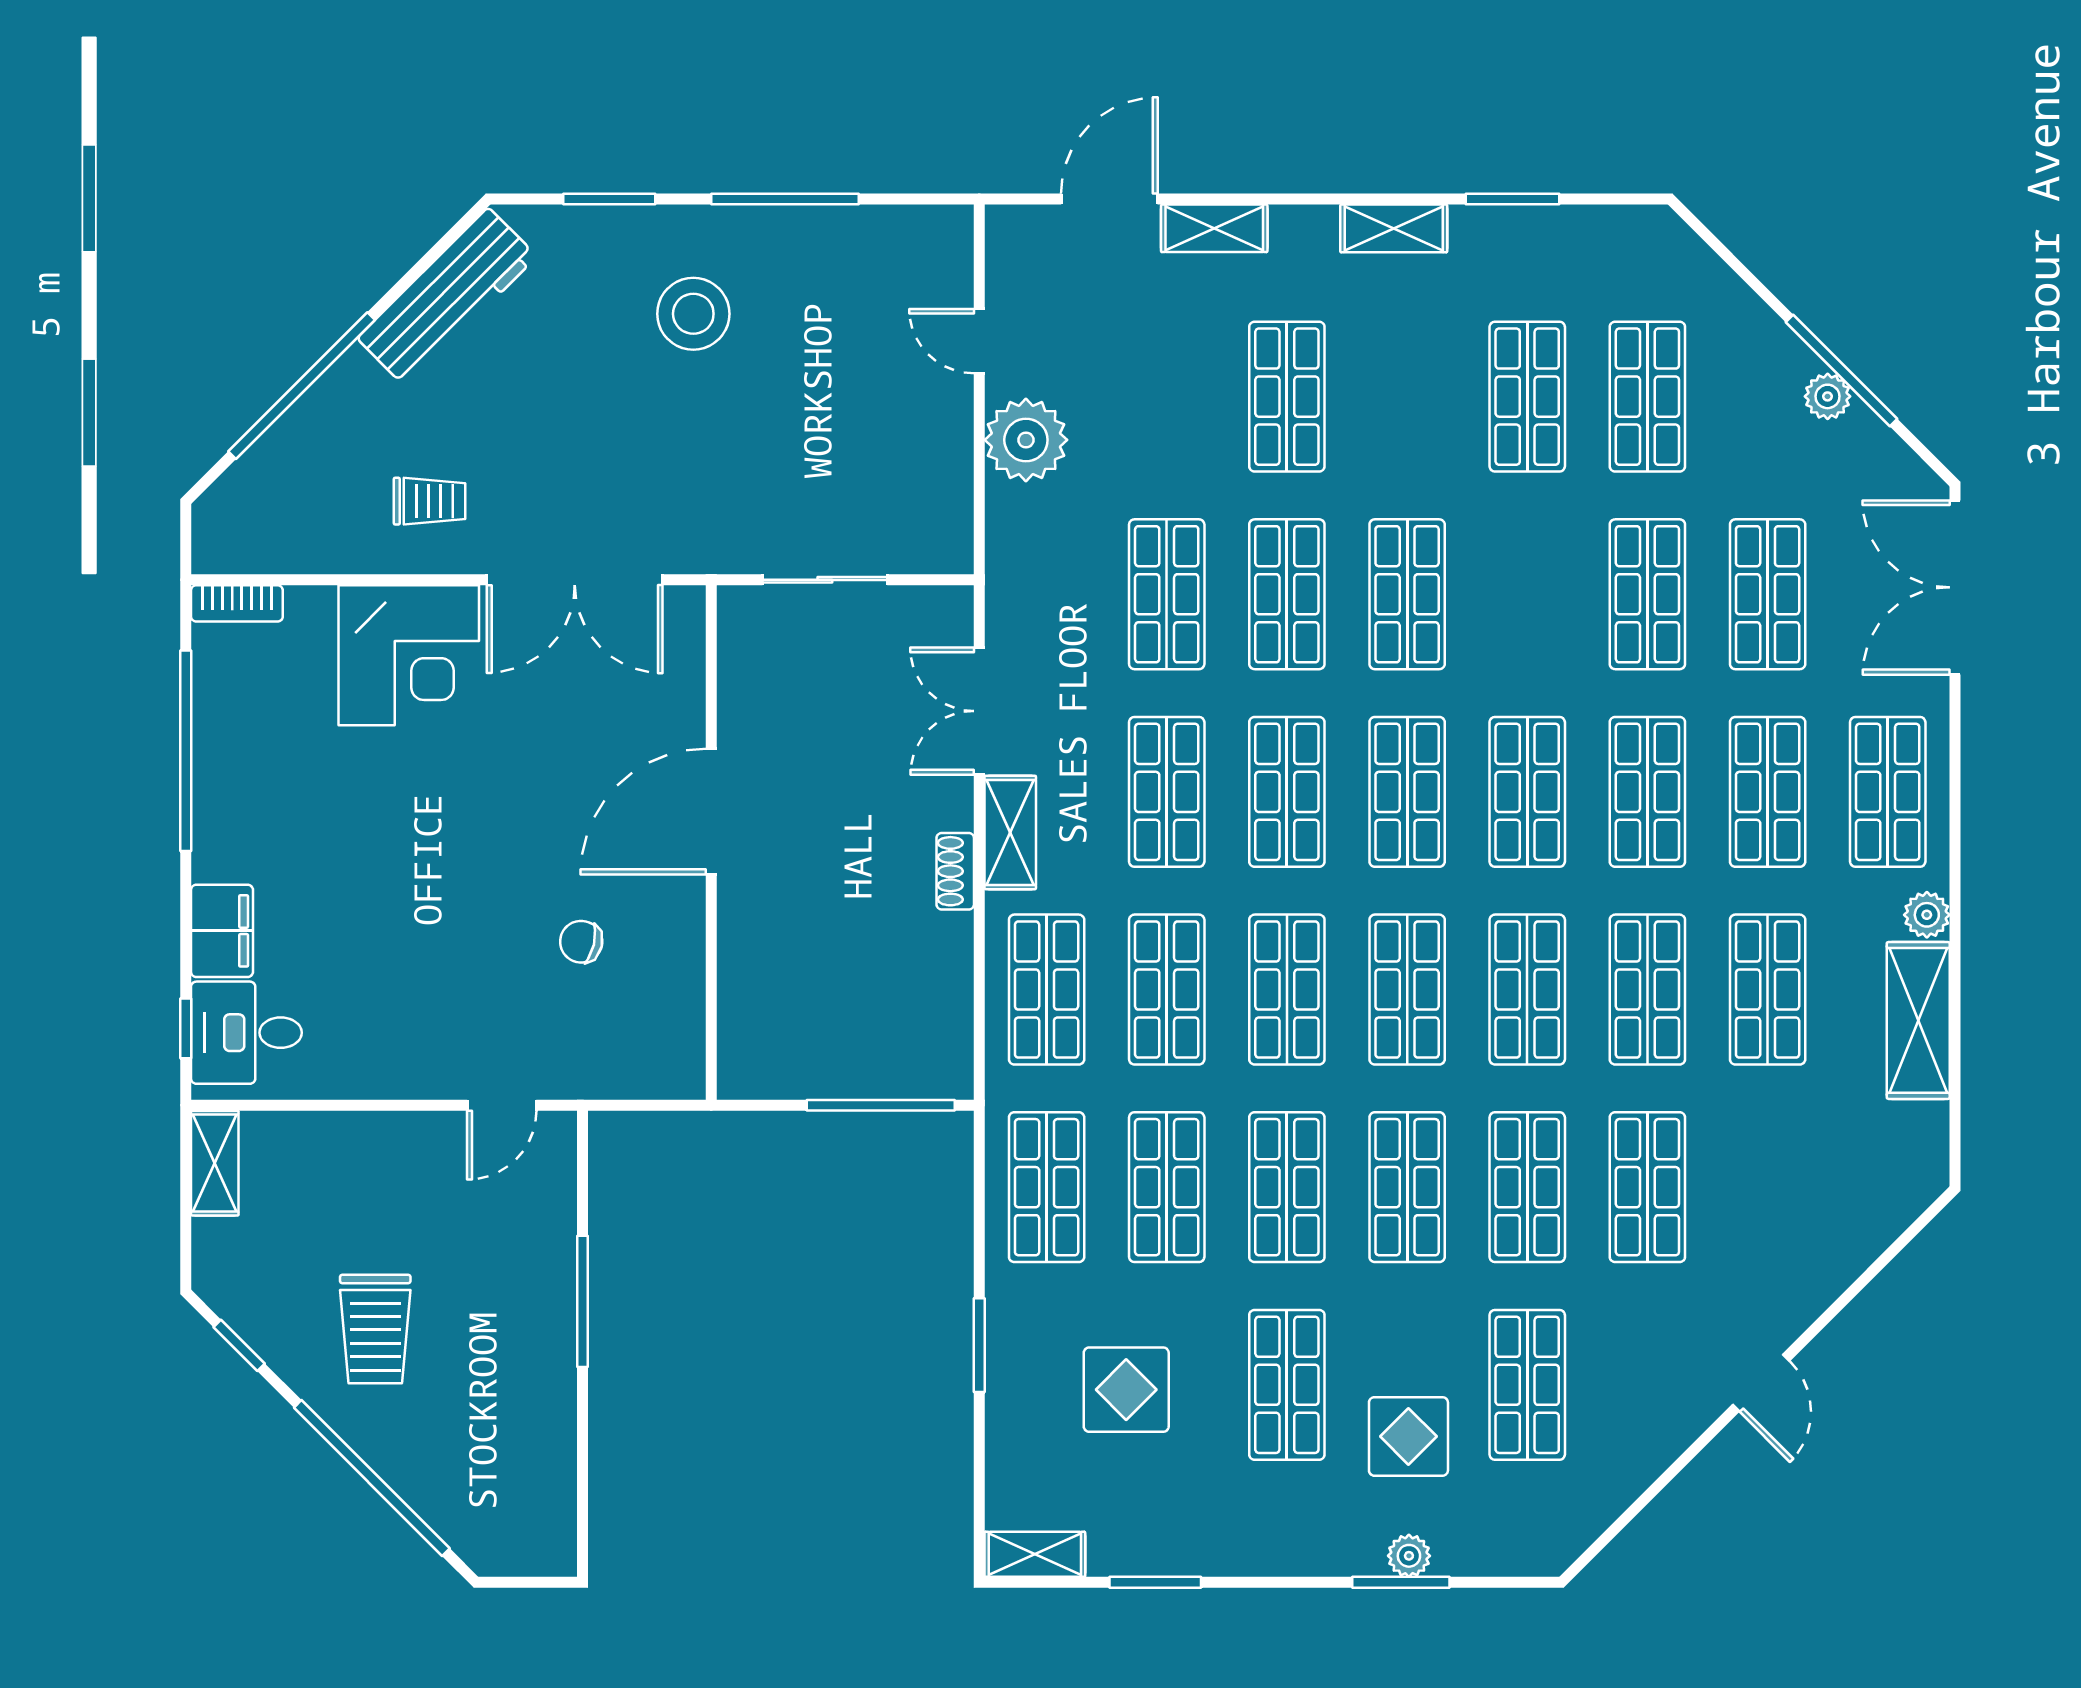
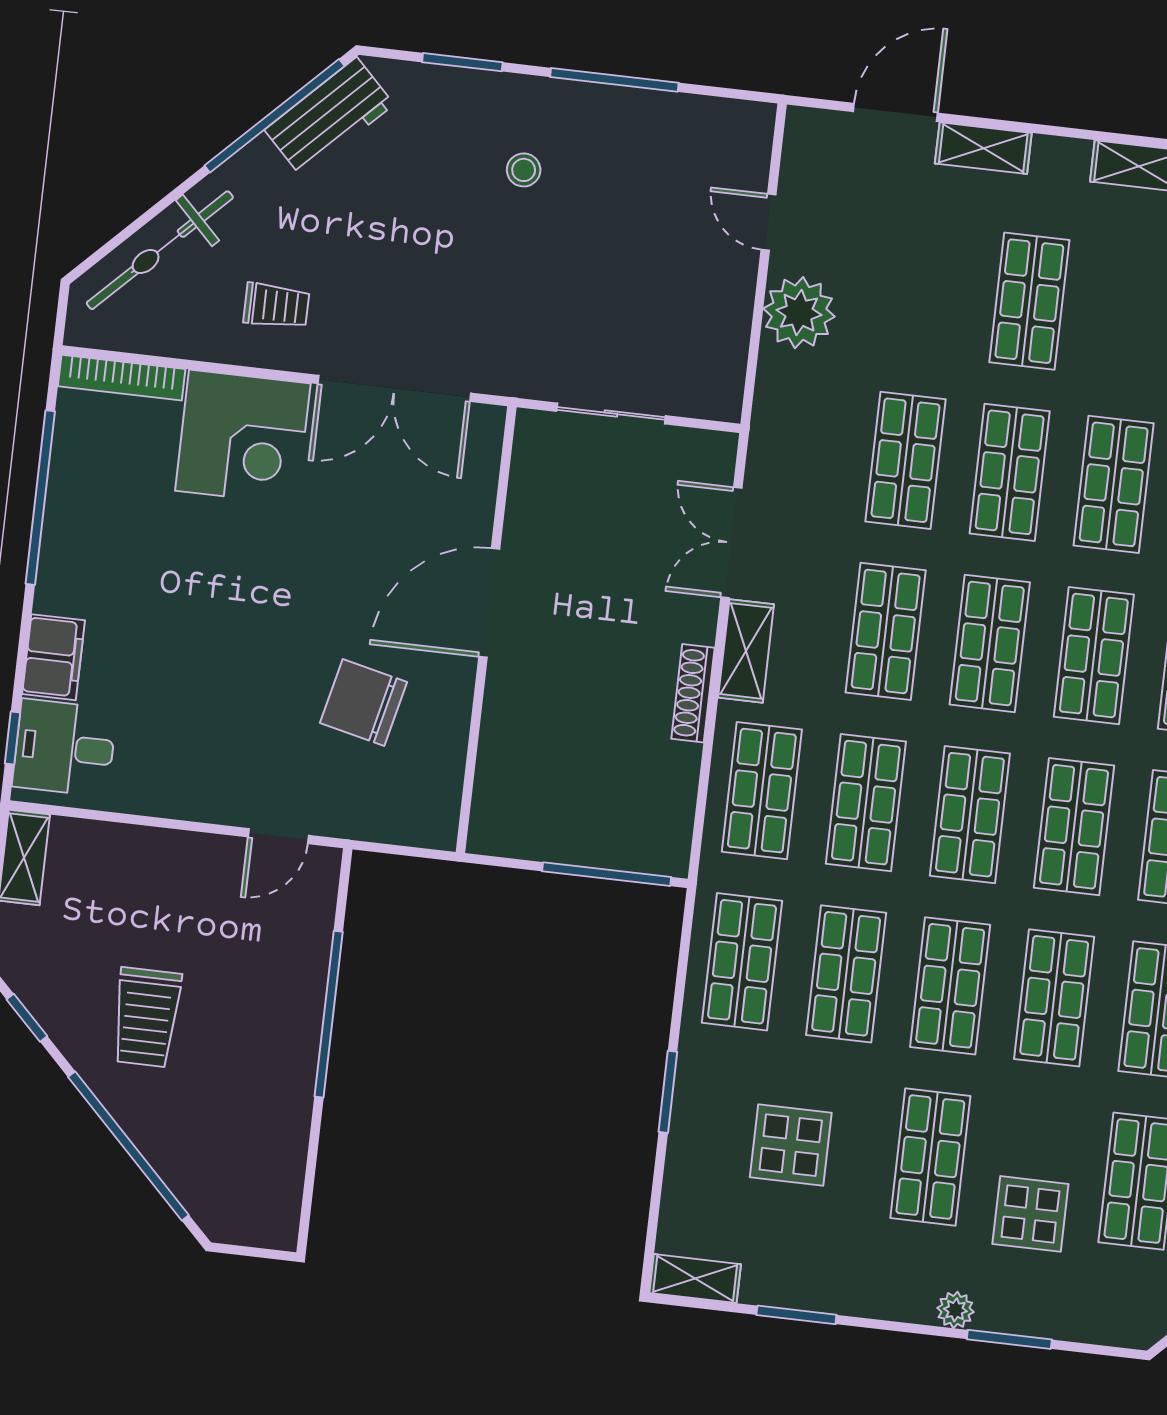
workbench: (447, 297) -> (329, 117), width x0.73
stool: (693, 314) -> (524, 170), width x0.53, depth x0.53
window: (302, 386) -> (275, 116), moved
bicycle: (289, 453) -> (160, 250), added
bookcase: (237, 603) -> (122, 378), width x1.56
shoe rack: (955, 871) -> (693, 693), width x1.43
chair: (581, 942) -> (364, 702), width x1.87, depth x1.87
window: (583, 1301) -> (329, 1014), width x1.46
plant: (1409, 1556) -> (955, 1310), moved

